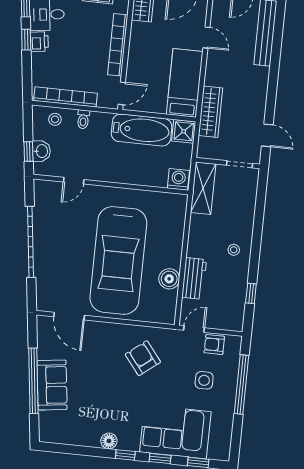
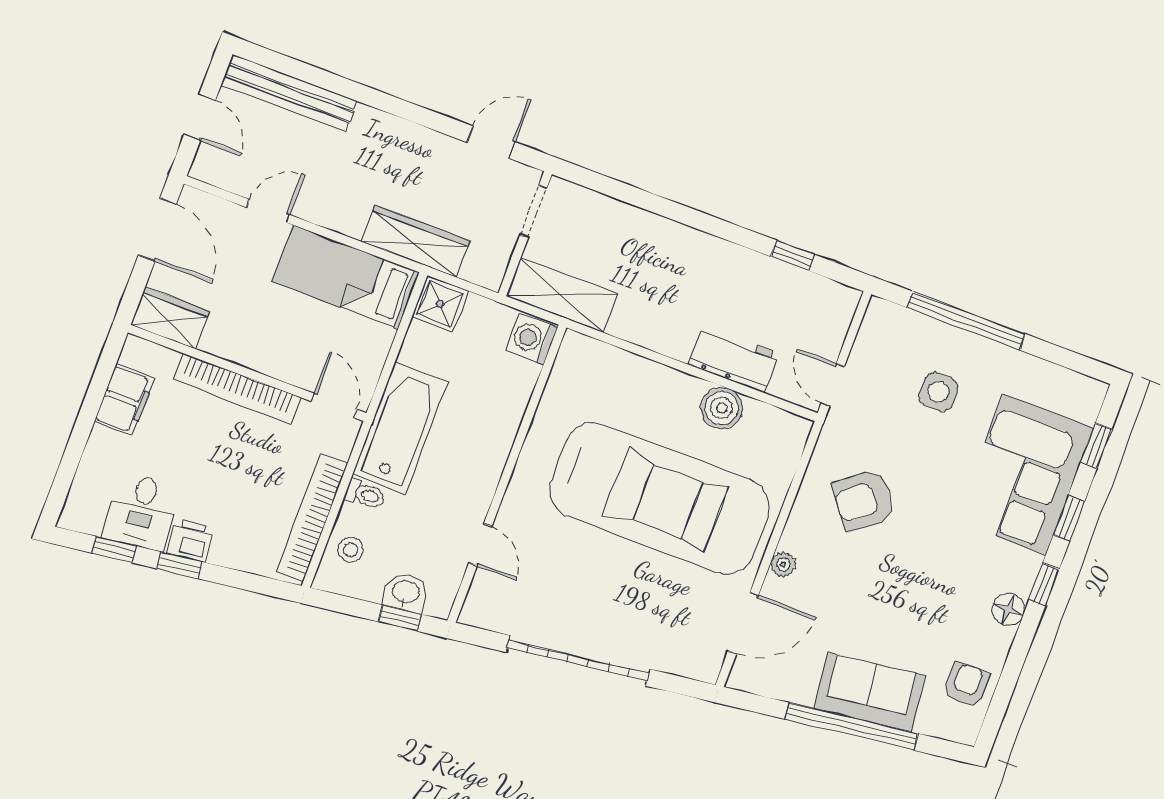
bathtub: (142, 130) -> (400, 428), moved
stool: (234, 250) -> (698, 267), removed
plant: (102, 328) -> (783, 564), added
armchair: (214, 345) -> (966, 685), moved, turned 180

